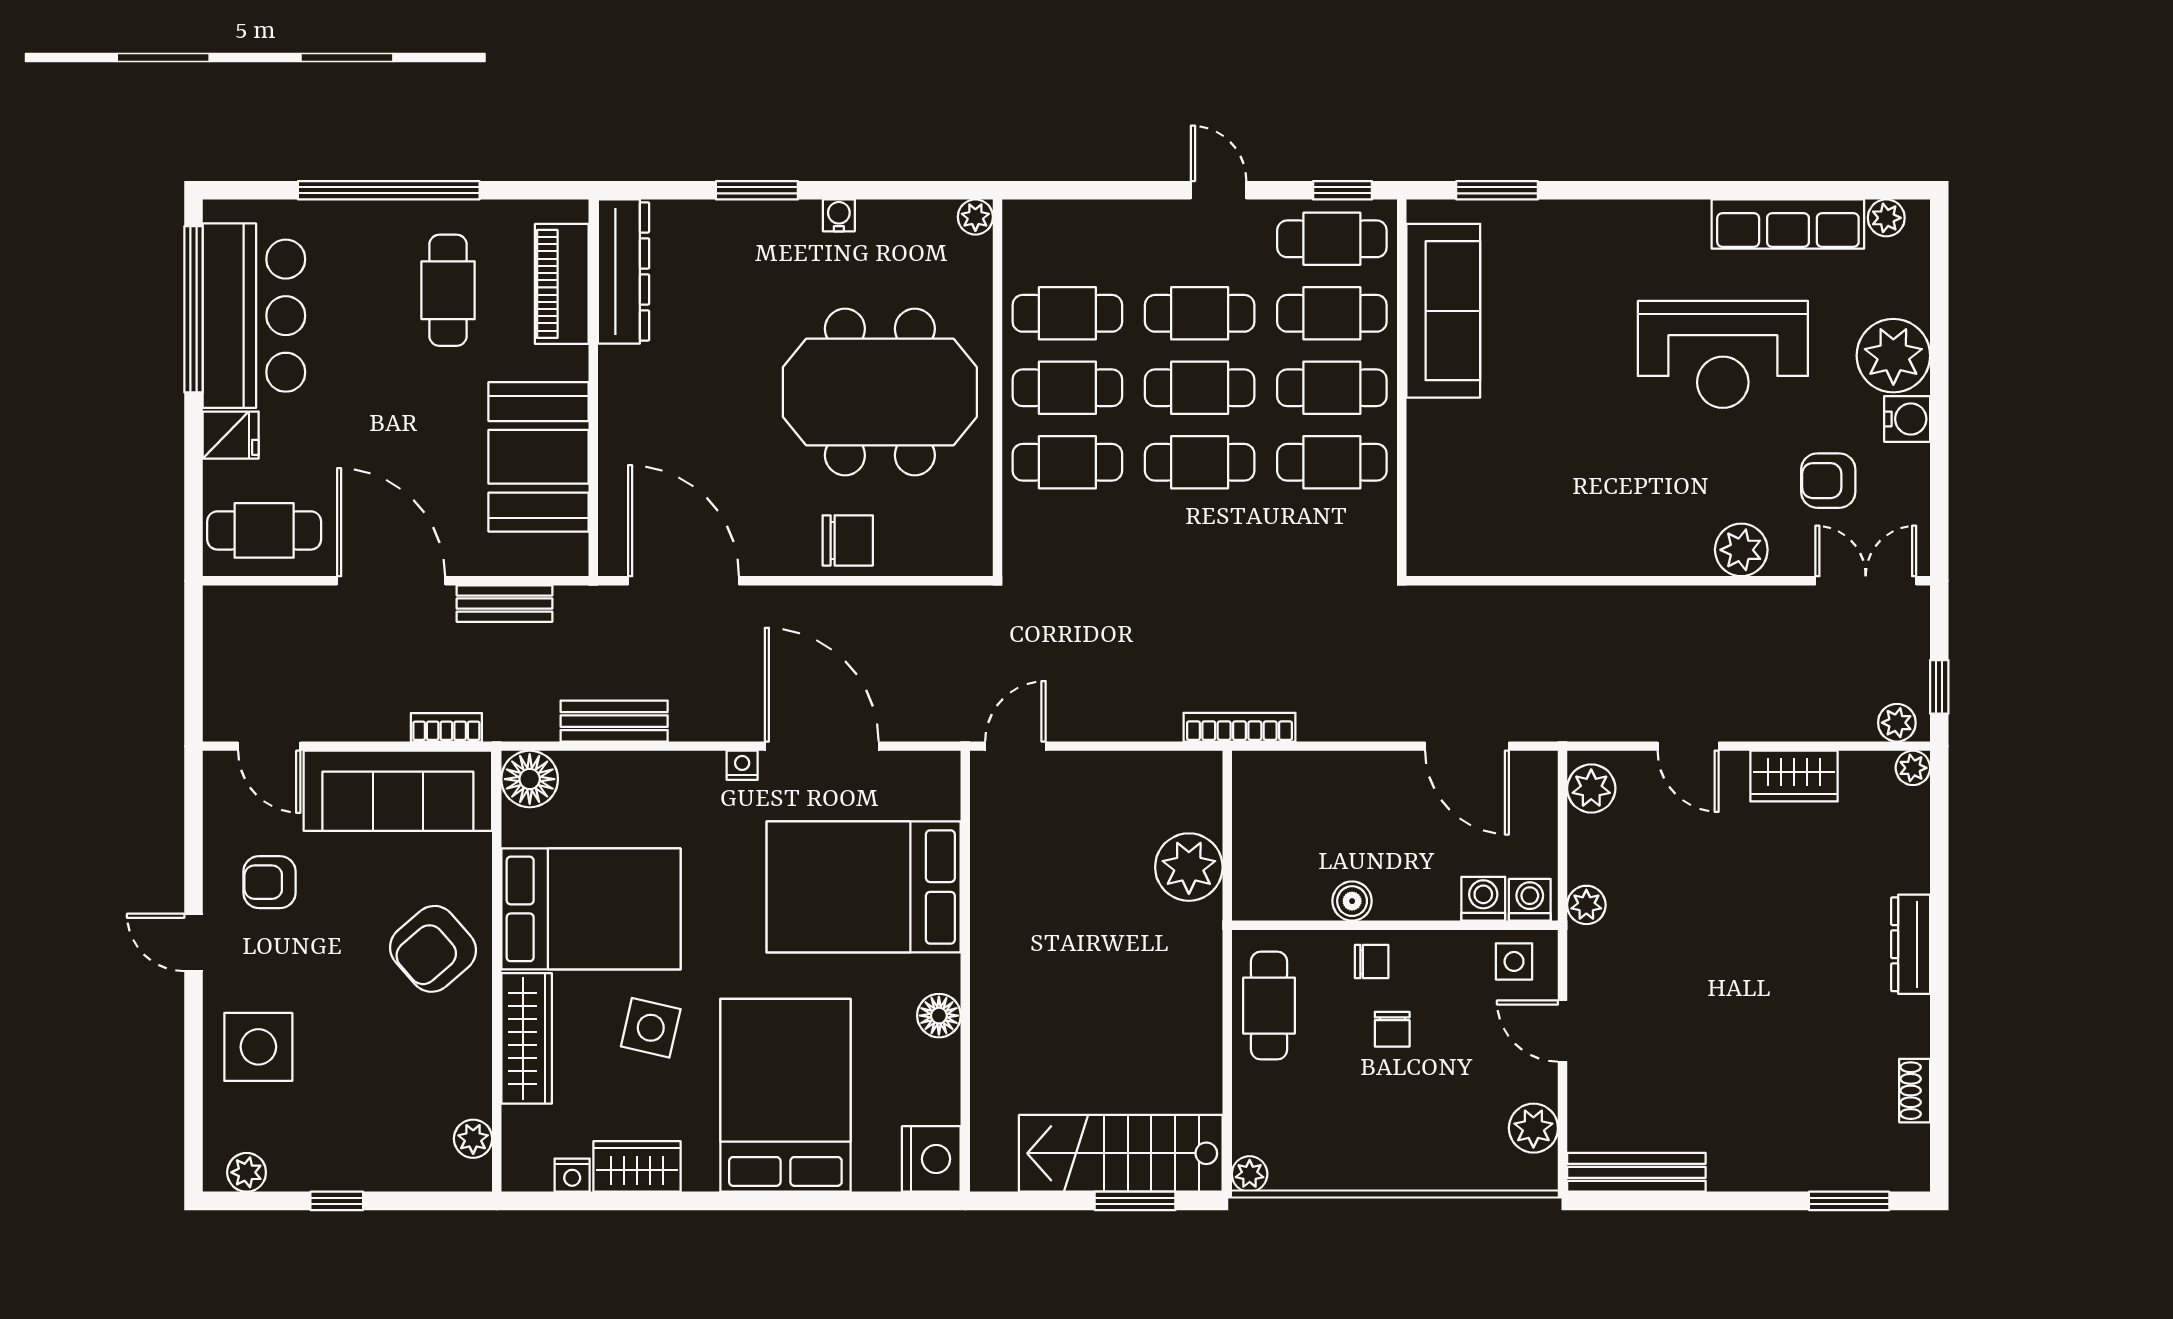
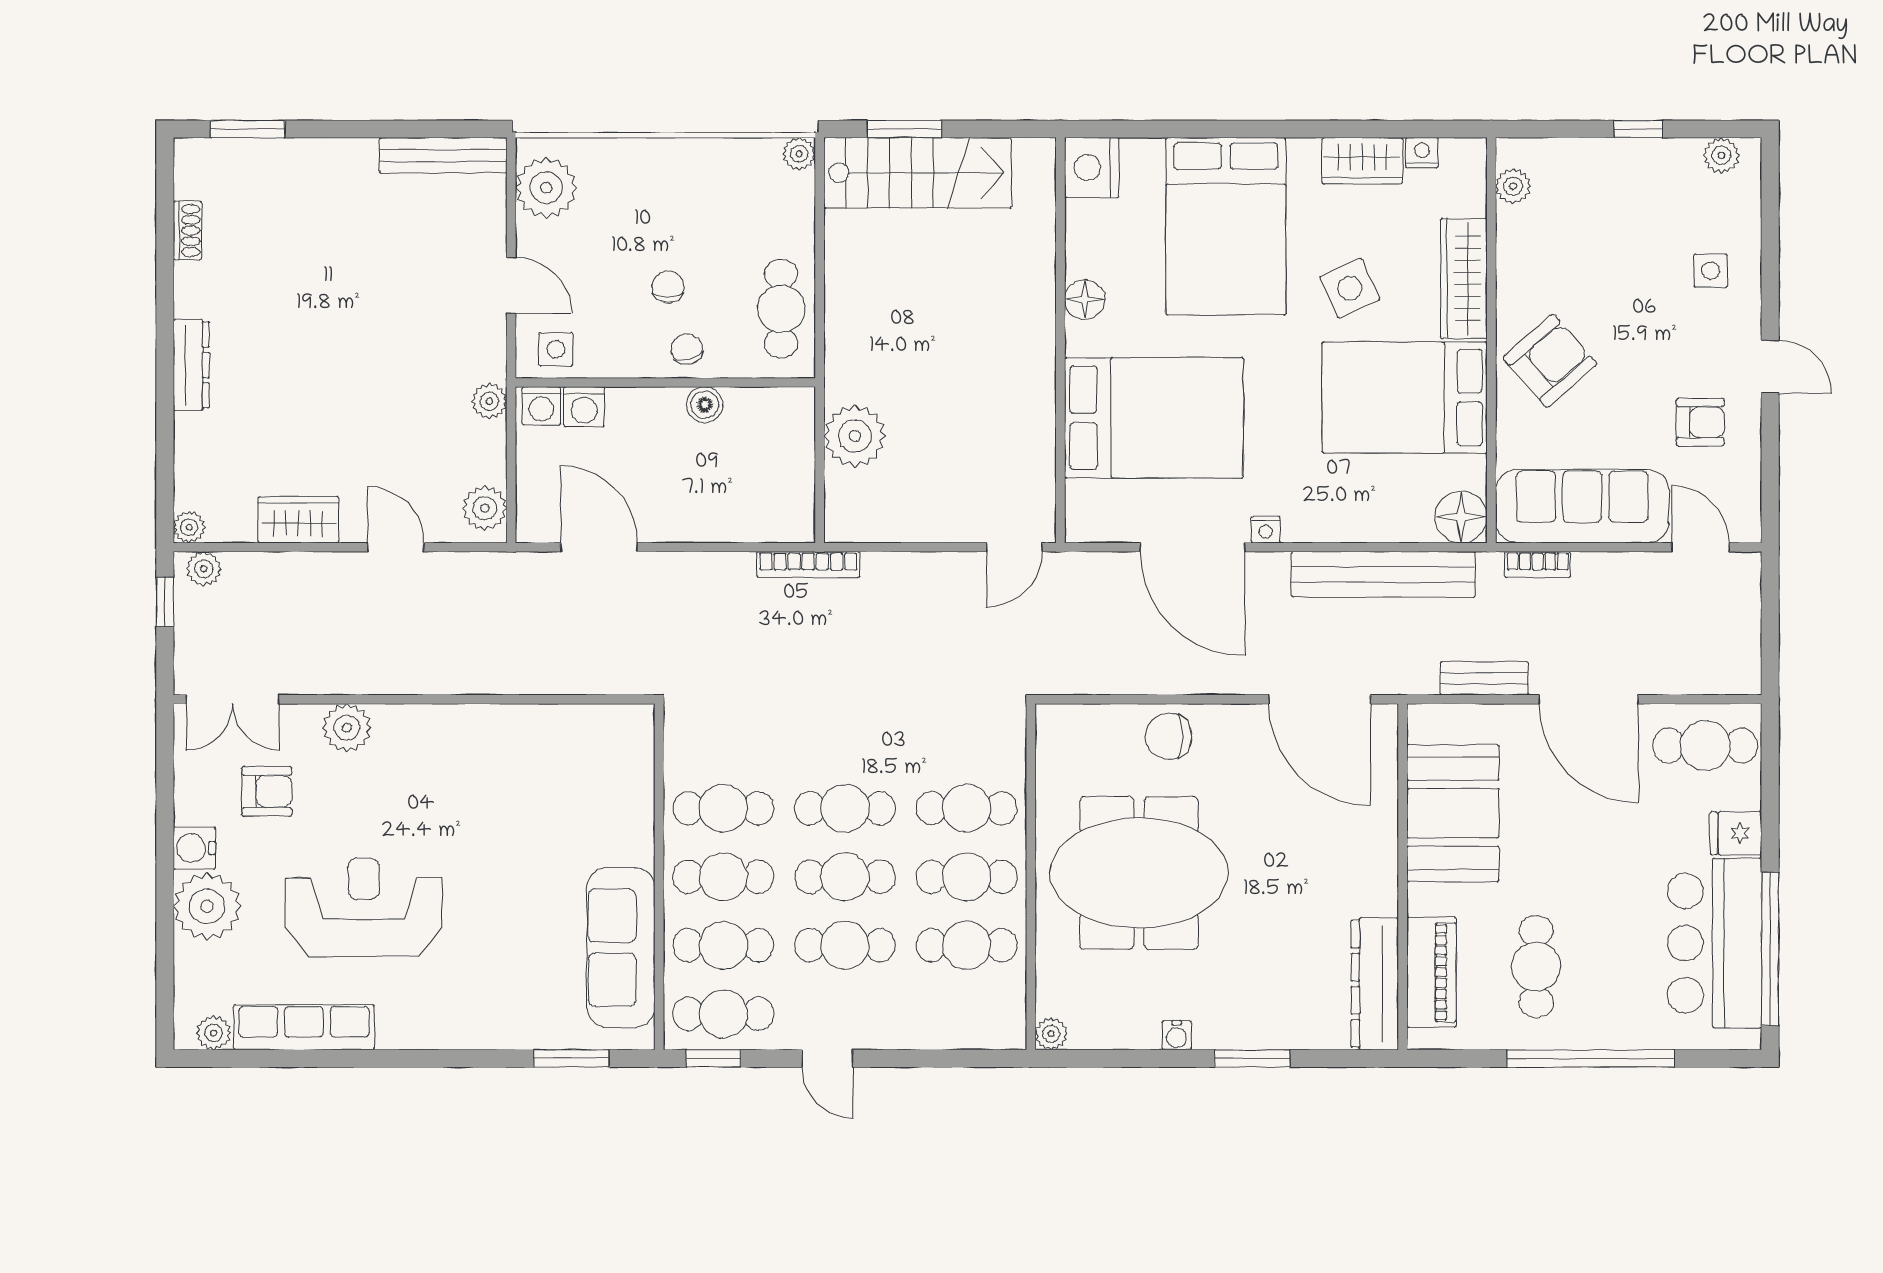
bench: (614, 721) -> (1383, 574), width x1.86, depth x1.21
chair: (1372, 962) -> (687, 349), turned 73
side table: (651, 1028) -> (1350, 288), turned -37
side table: (258, 1047) -> (1711, 271), width x0.54, depth x0.54
plant: (1533, 1128) -> (546, 188), width x1.36, depth x1.36

